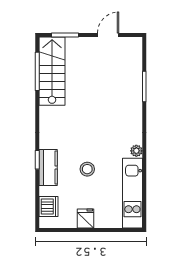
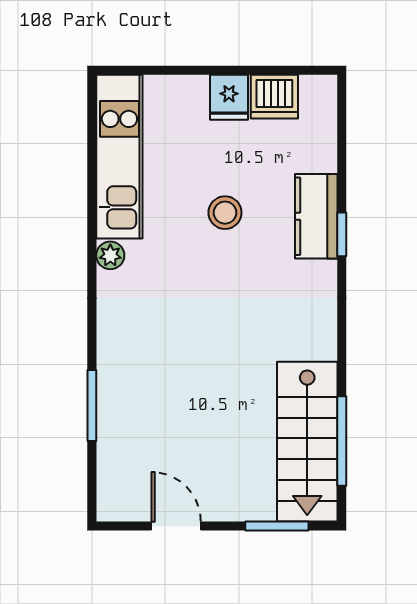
door: (108, 35) -> (176, 526), swing flipped
dishwasher: (49, 206) -> (274, 97), moved, turned -90

